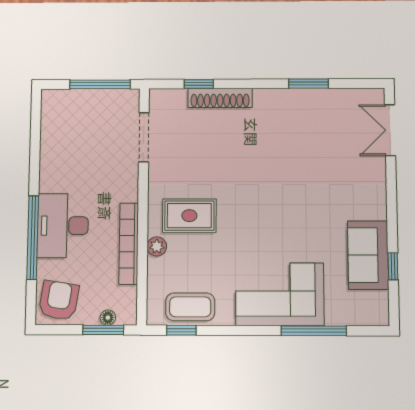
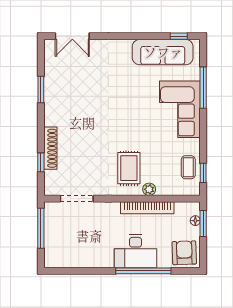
sofa: (368, 255) -> (163, 52), width x1.36
window: (393, 266) -> (179, 36), moved
armchair: (59, 300) -> (184, 253), turned 79
coffee table: (190, 307) -> (188, 167), width x0.73, depth x0.77

